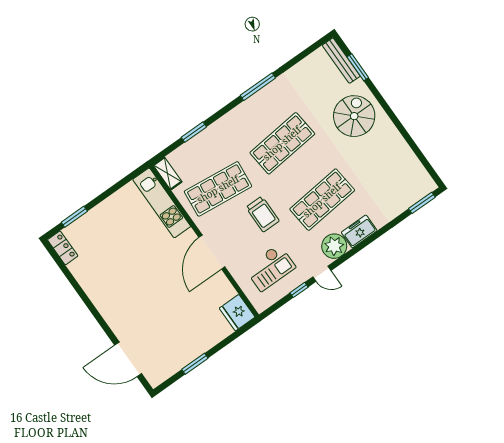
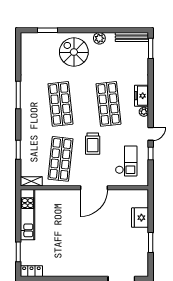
bench: (341, 61) -> (132, 37), moved
plant: (391, 135) -> (99, 38), added
kitchen unit: (162, 203) -> (28, 215), moved, turned -90
trolley: (262, 214) -> (93, 144), turned 90
plant: (334, 246) -> (144, 112), width x0.53, depth x0.53
door: (212, 252) -> (94, 188), hinge flipped
fridge: (237, 313) -> (140, 218), moved, turned 90

